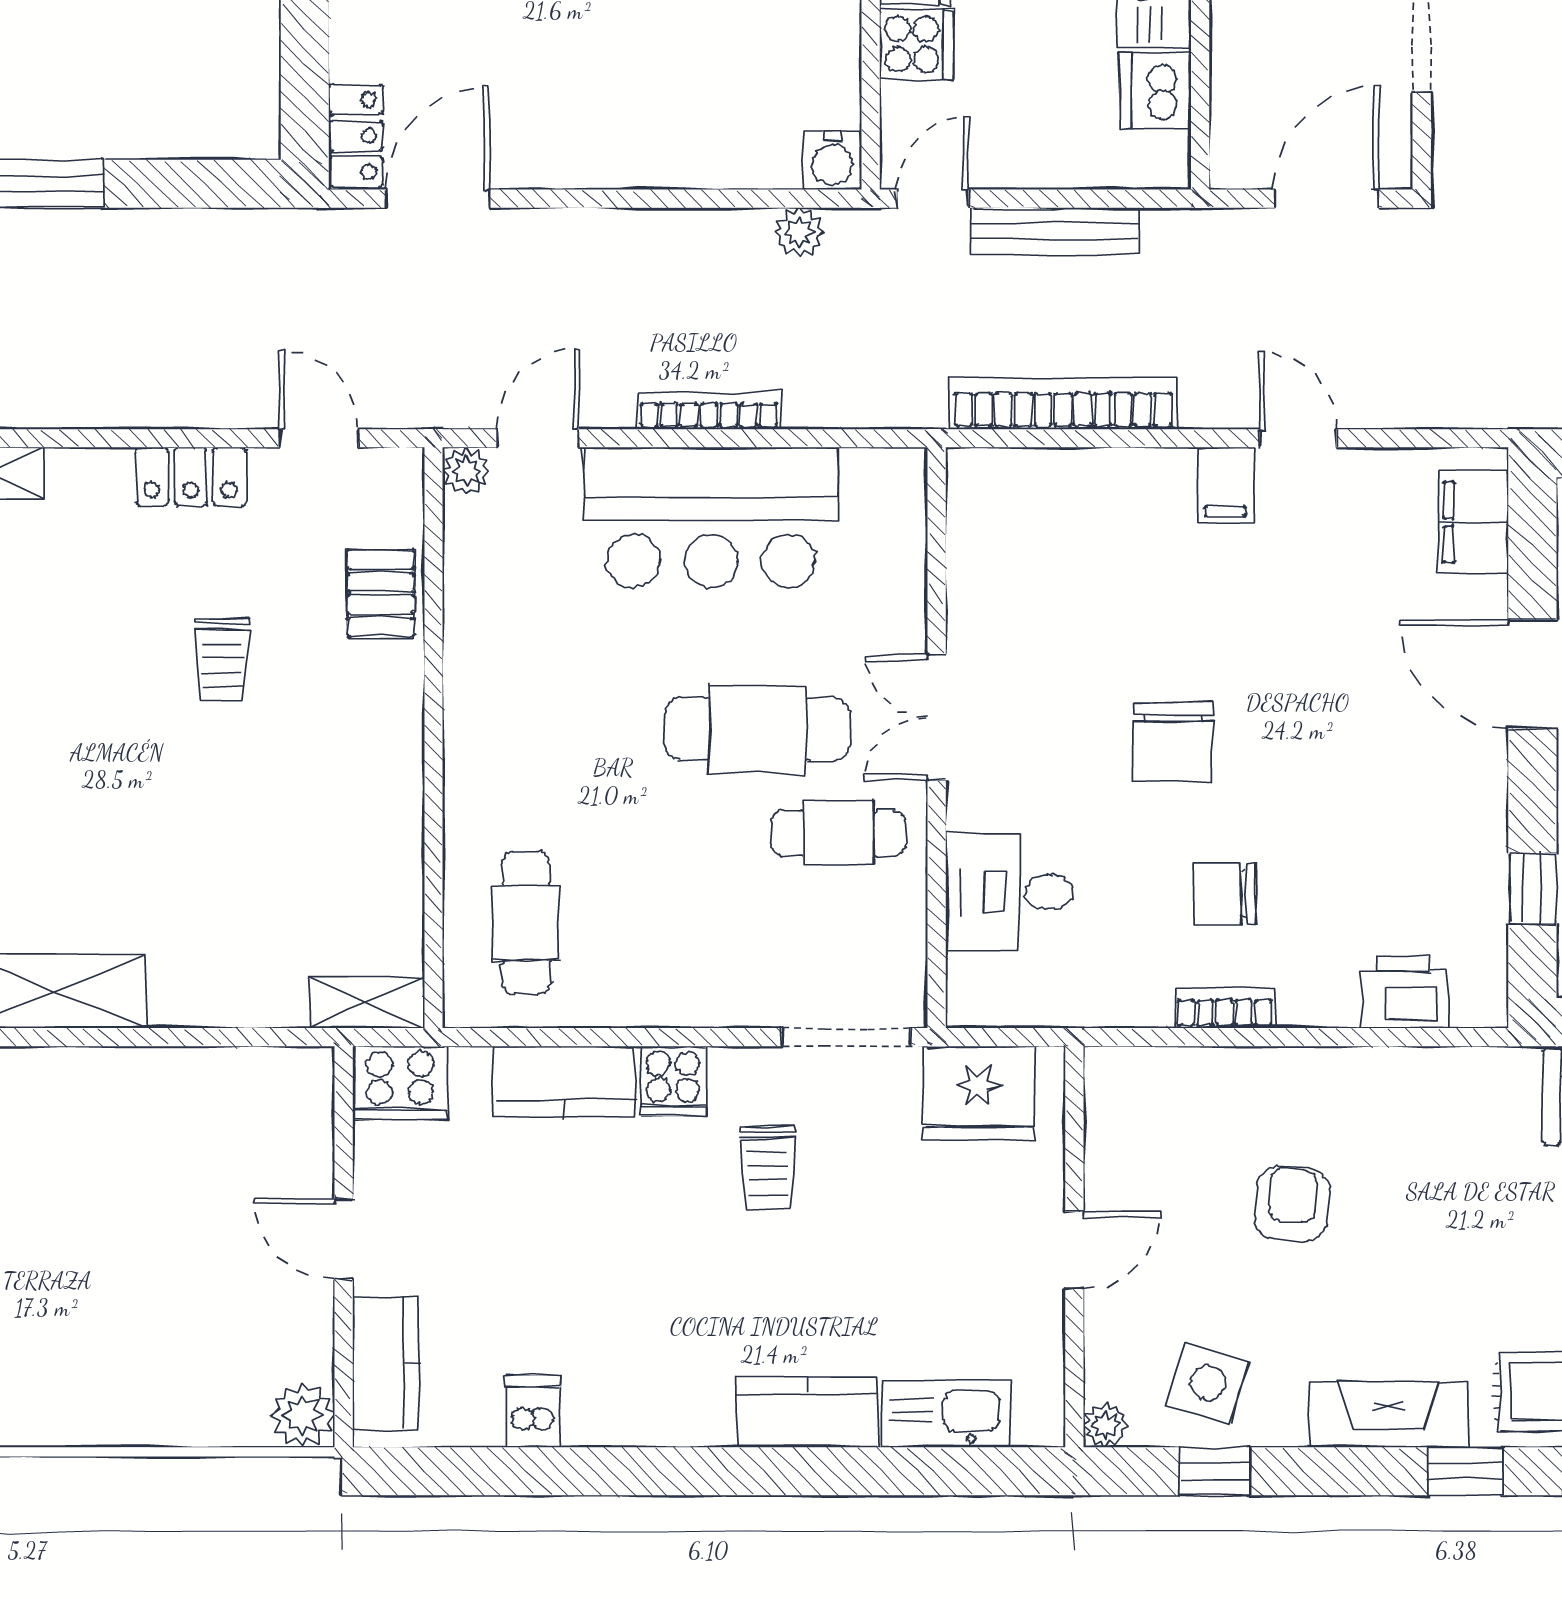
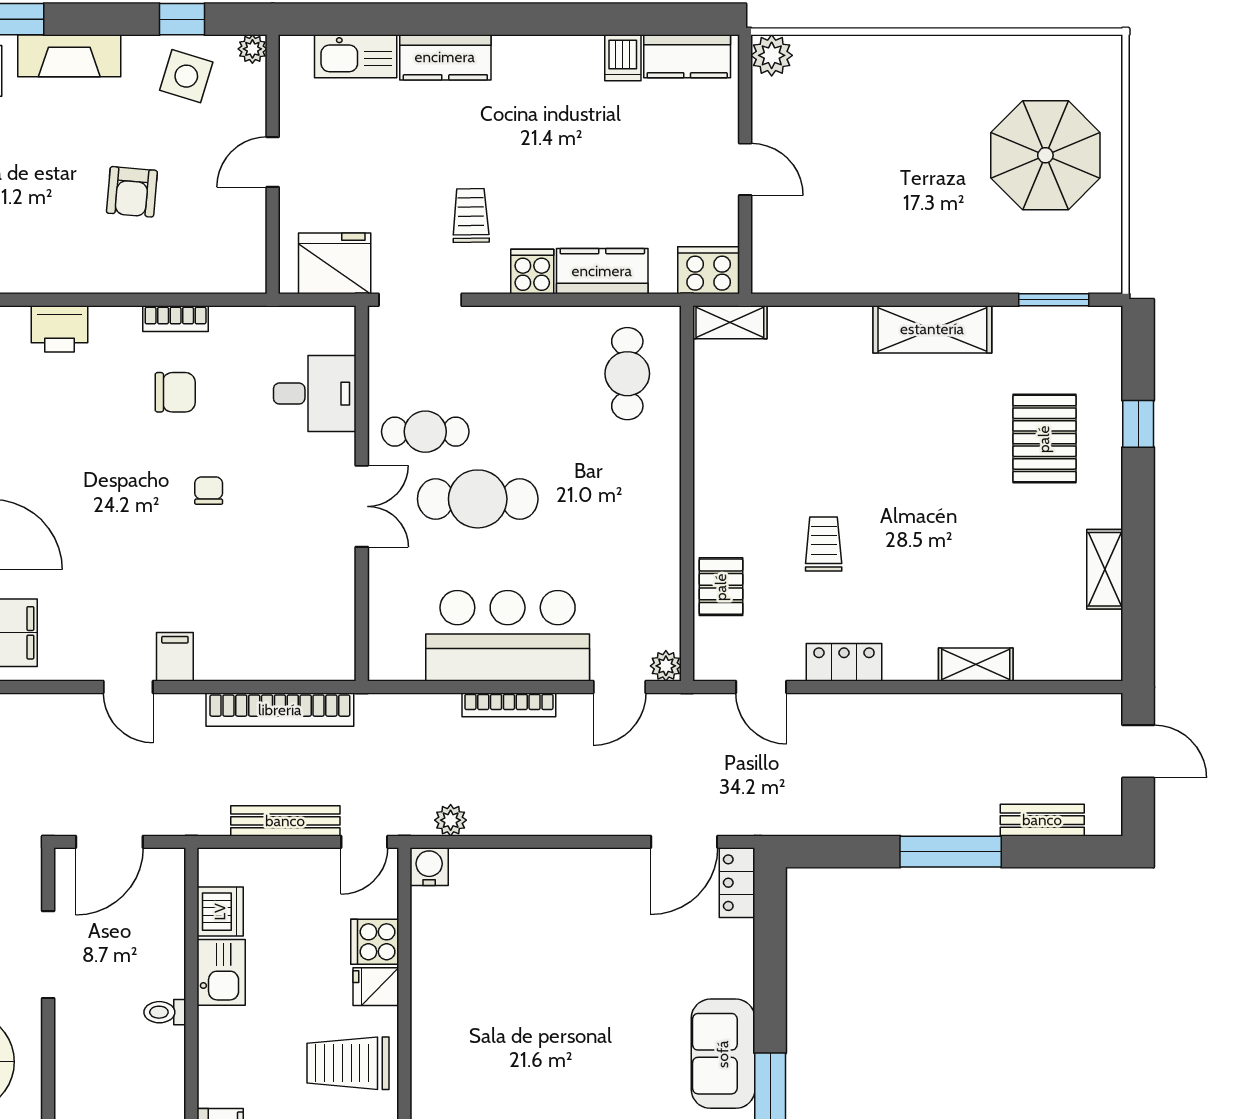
chair: (1173, 742) -> (209, 491), width x0.54, depth x0.54
kitchen counter: (386, 1363) -> (687, 56), moved, turned -90

